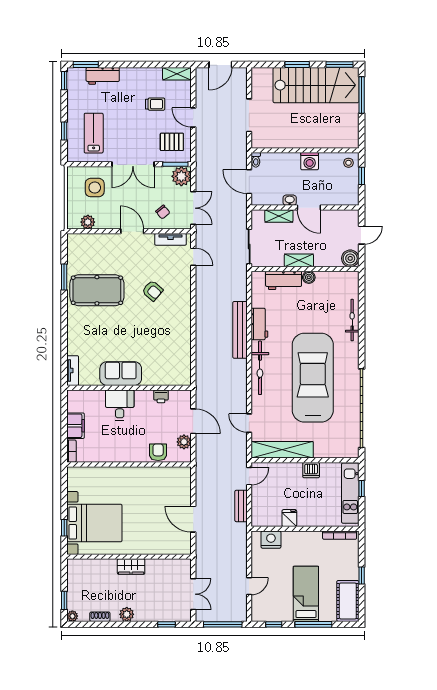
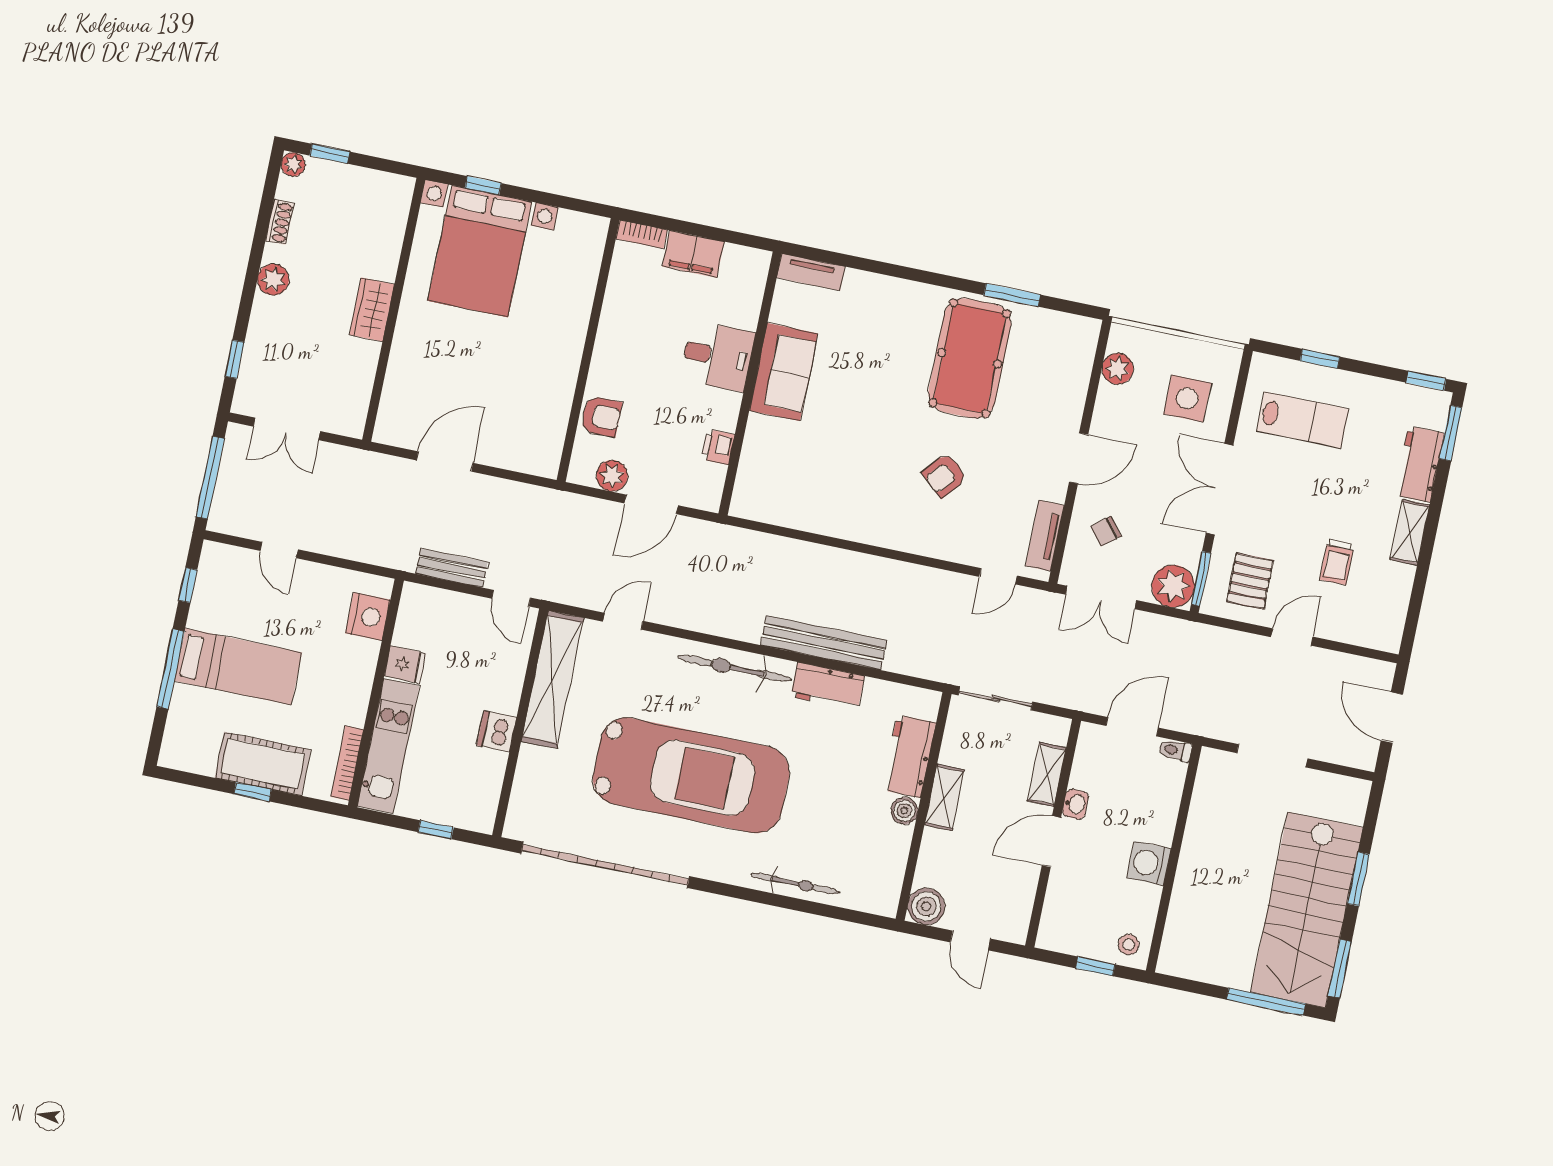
shelving: (177, 74) -> (1410, 532), moved
kitchen unit: (350, 493) -> (388, 746), moved, turned 90
cot: (348, 601) -> (263, 764), moved

